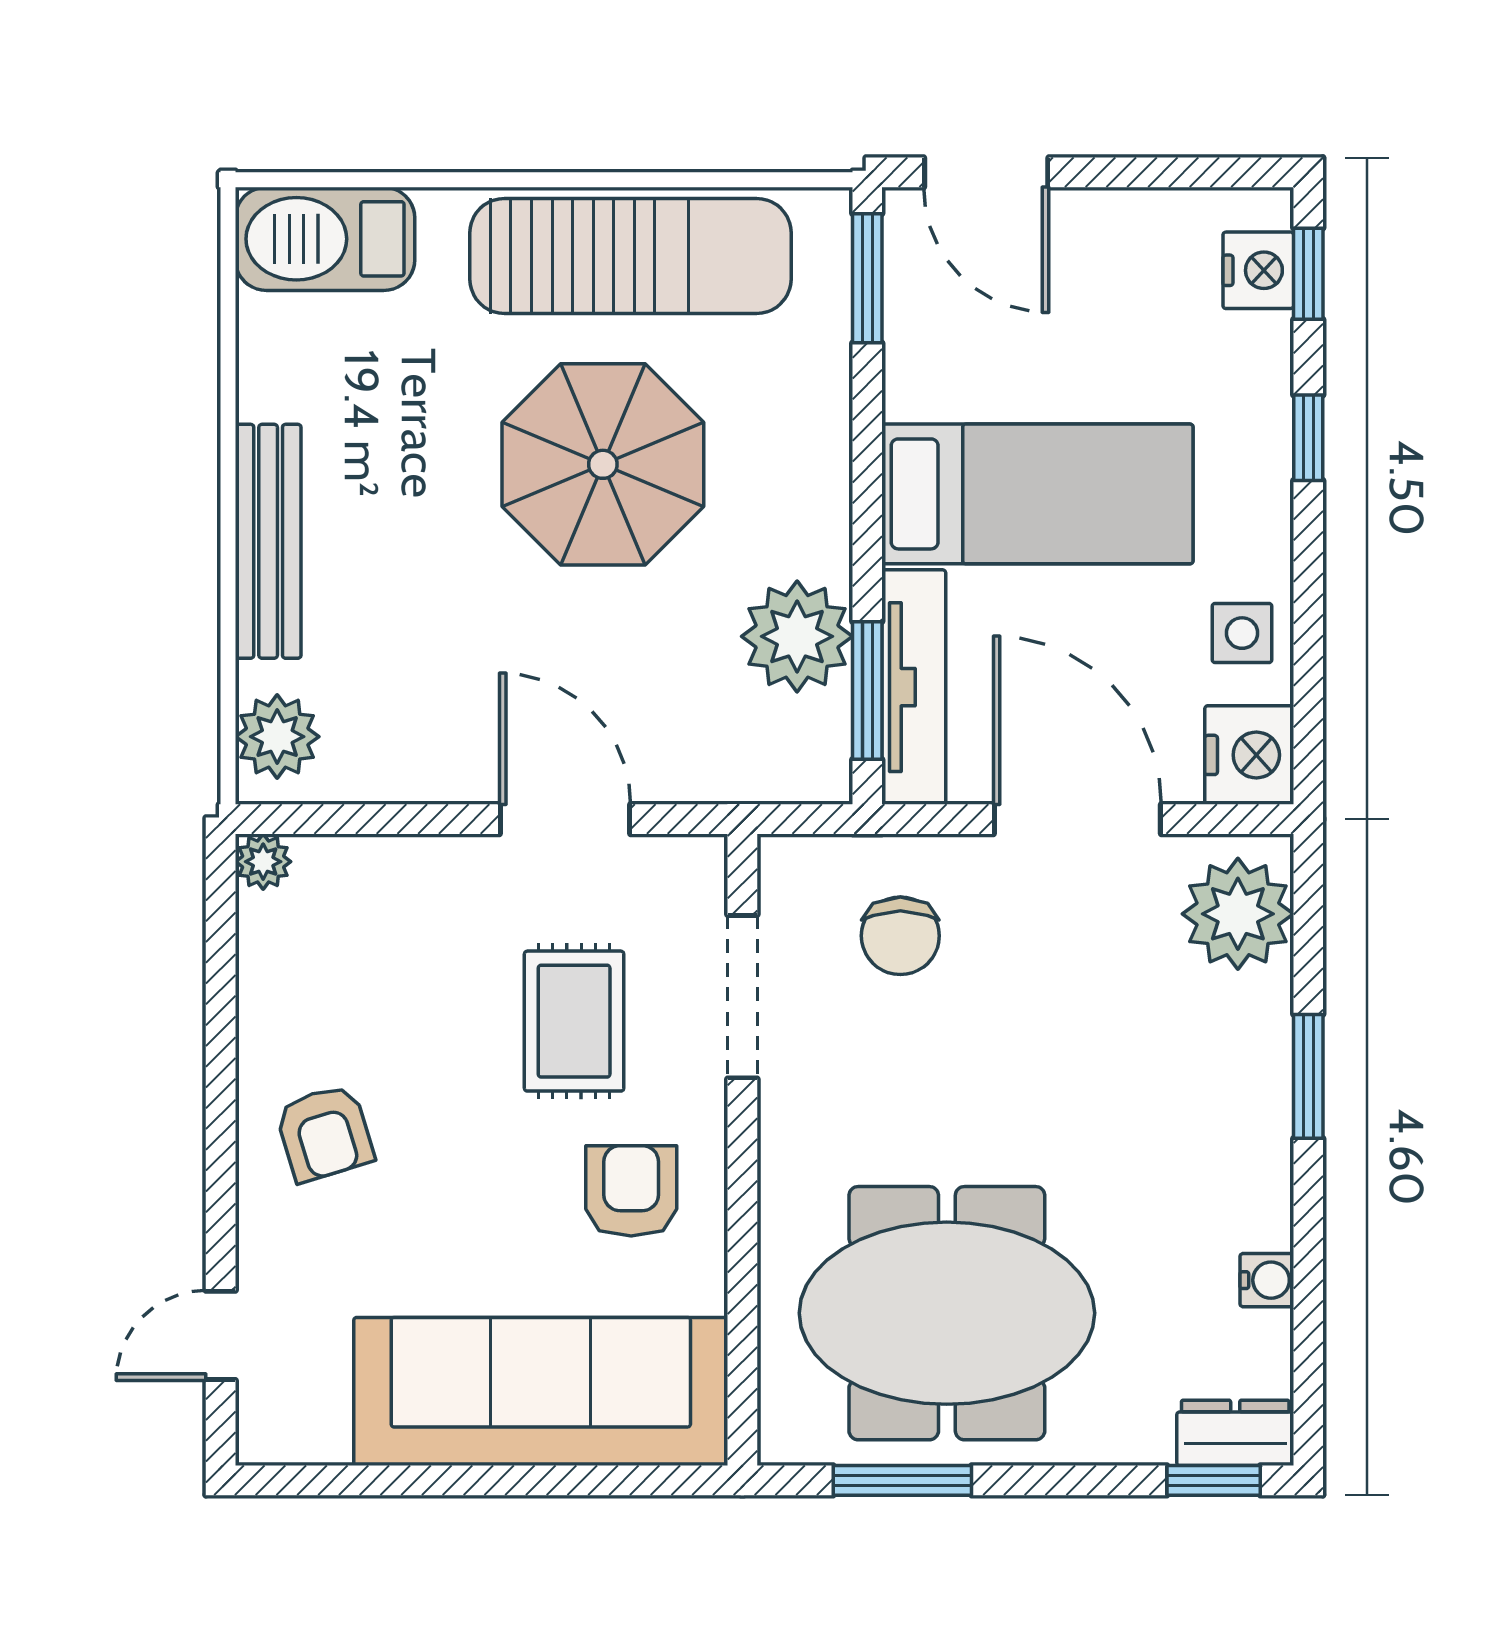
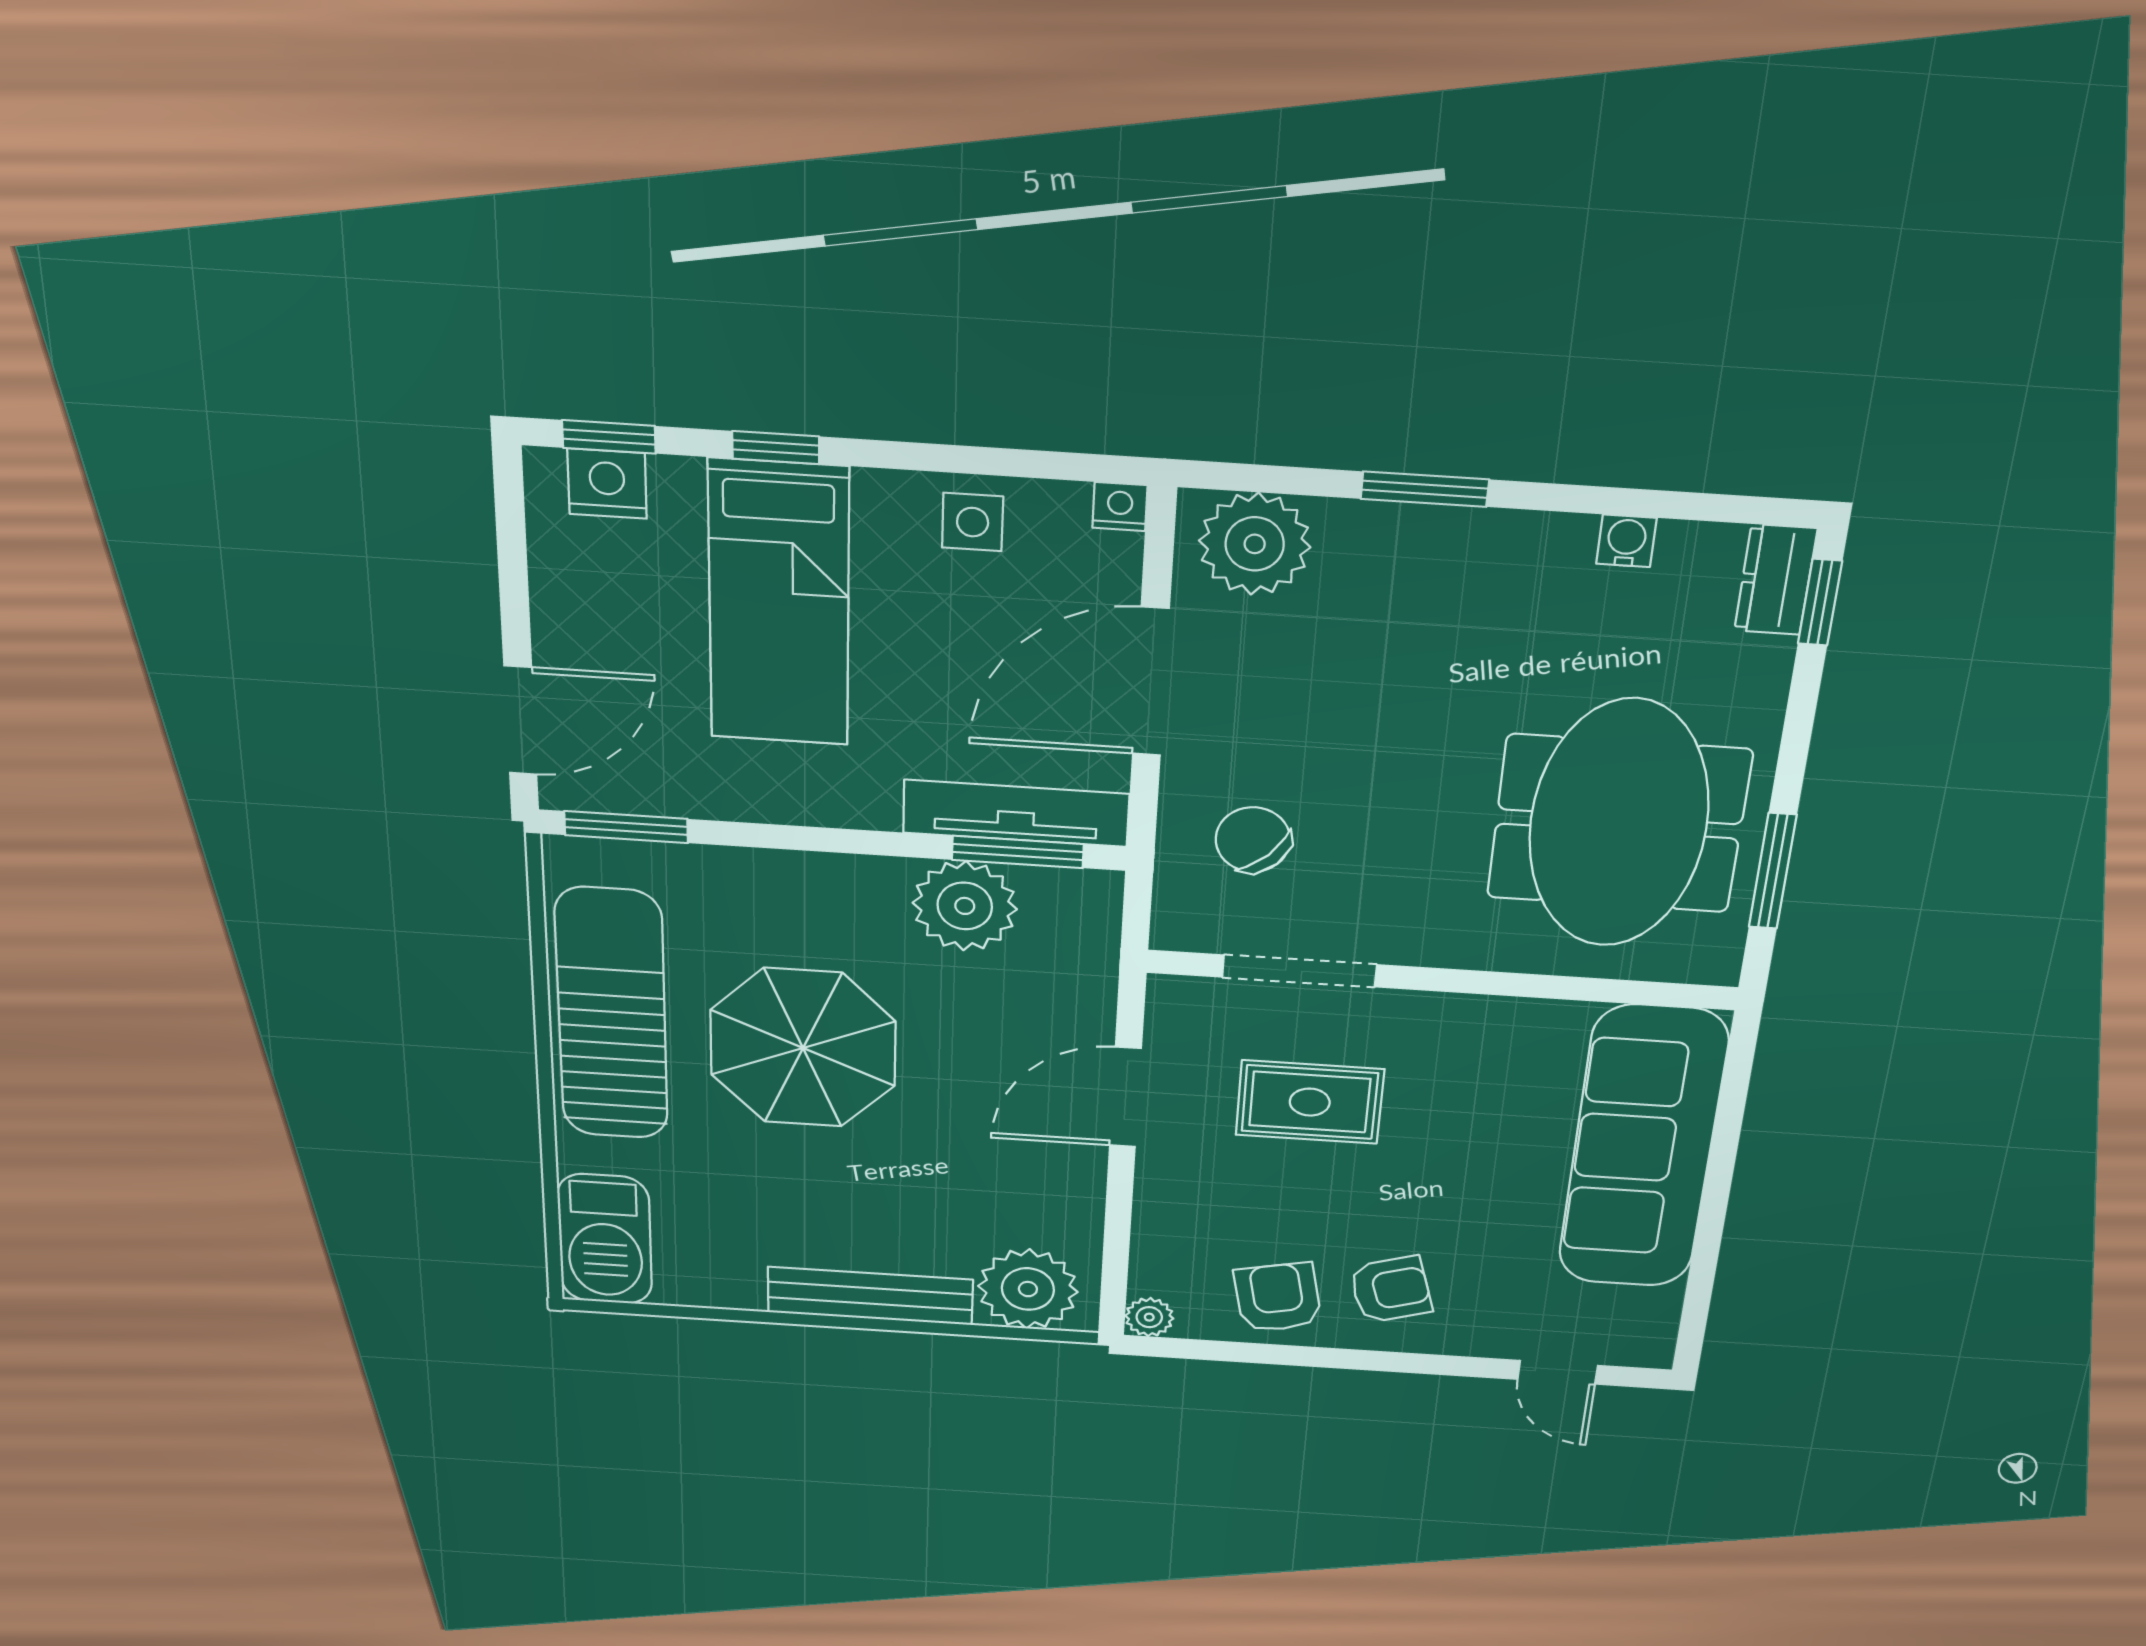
bed: (1037, 494) -> (779, 604), moved, turned 180
plant: (277, 737) -> (1028, 1289), width x1.36, depth x1.36
nightstand: (1249, 755) -> (1120, 507), width x0.53, depth x0.56
chair: (900, 936) -> (1253, 840), turned -135
armchair: (631, 1191) -> (1278, 1297), moved, turned 78

